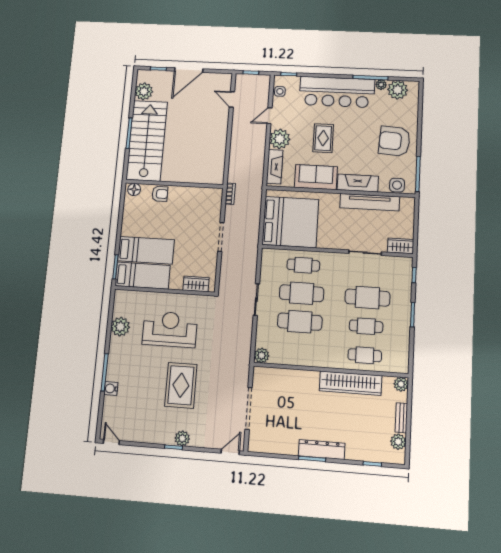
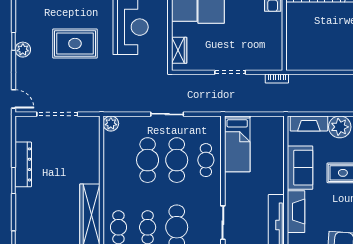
bed: (290, 222) -> (237, 144), width x0.49
dresser: (322, 450) -> (23, 164), moved

